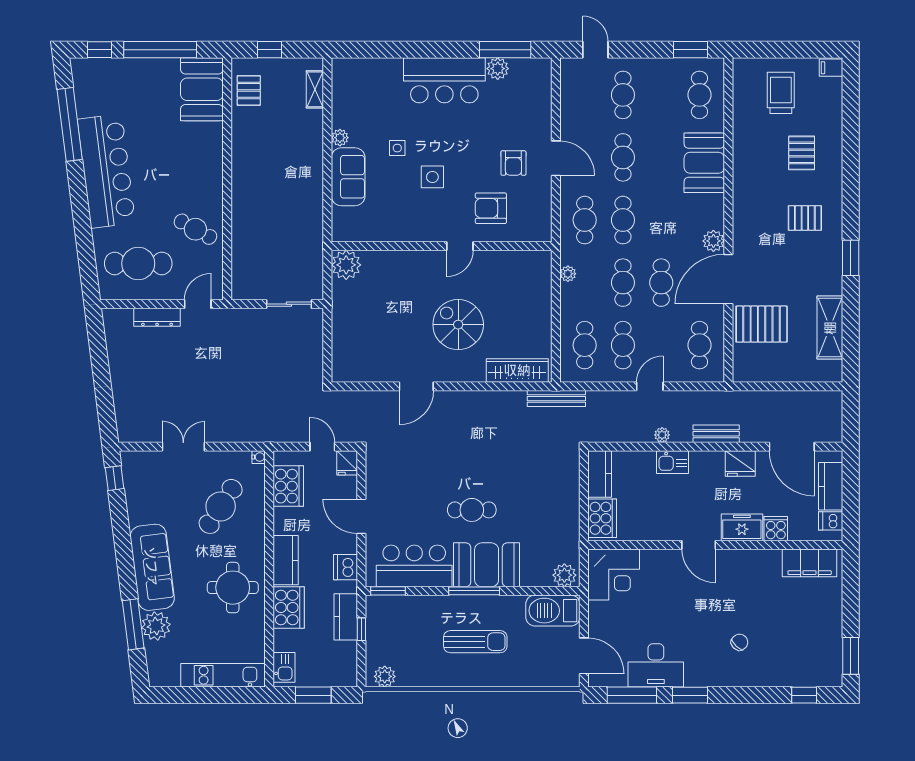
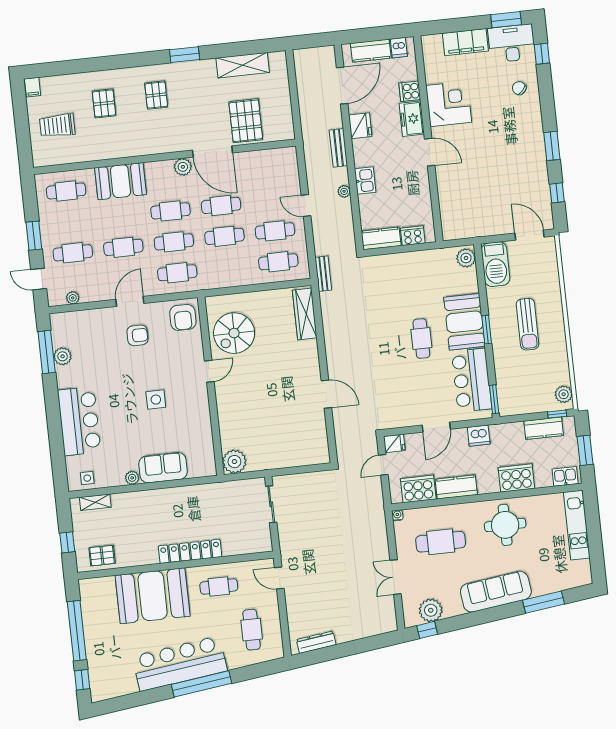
door: (595, 50) -> (39, 279), hinge flipped
window: (691, 50) -> (34, 236), moved
bar counter: (444, 80) -> (79, 421), moved
booth: (202, 89) -> (153, 596), moved, width x1.36, depth x1.42
window: (70, 124) -> (202, 684), moved
side table: (397, 148) -> (87, 478), moved
pallet: (802, 153) -> (104, 103), turned 90
locker: (242, 199) -> (190, 551), added
armchair: (491, 208) -> (183, 317), moved
cafe table: (195, 229) -> (219, 586), turned 61
door: (460, 246) -> (209, 371), hinge flipped
cafe table: (138, 263) -> (252, 630), width x0.73, depth x0.74
plant: (568, 274) -> (73, 298), moved
dresser: (157, 317) -> (316, 642), moved, turned -97
spiral stairs: (458, 325) -> (234, 333), moved
cafe table: (699, 345) -> (171, 211), moved
bench: (556, 399) -> (323, 274), width x0.73
cafe table: (221, 506) -> (441, 542), turned -33
cooker: (602, 518) -> (413, 236), width x0.73, depth x0.76
door: (699, 545) -> (430, 152), hinge flipped
kitchen counter: (286, 560) -> (456, 487), moved
filing cabinet: (810, 563) -> (465, 42), moved, turned 90
corner desk: (614, 575) -> (449, 104), moved
window: (474, 591) -> (487, 330), width x0.69
kitchen counter: (346, 617) -> (544, 428), moved
plant: (156, 626) -> (431, 610), moved
window: (361, 629) -> (557, 414), moved
sun lounger: (475, 642) -> (527, 324), turned 180
chair: (739, 642) -> (519, 88), moved
door: (584, 656) -> (529, 235), hinge flipped
desk: (656, 665) -> (512, 43), moved, turned -90
window: (632, 695) -> (557, 193), width x0.46

